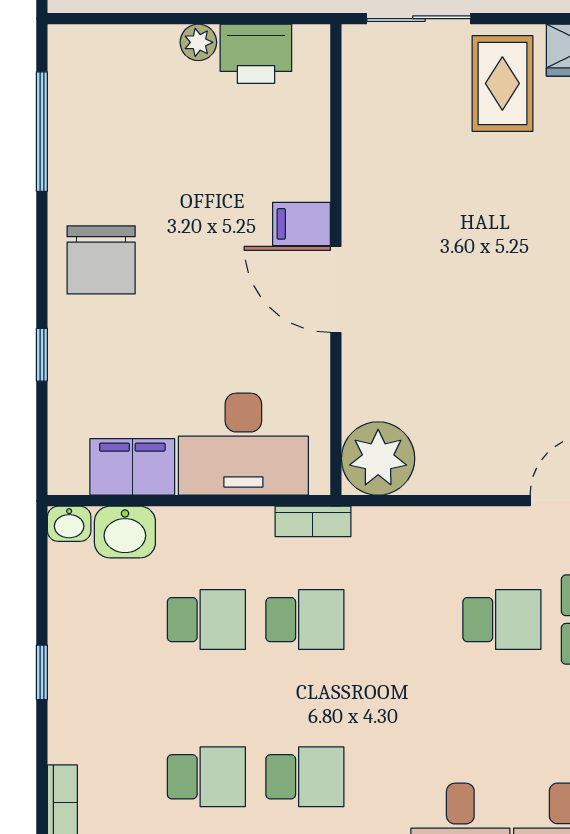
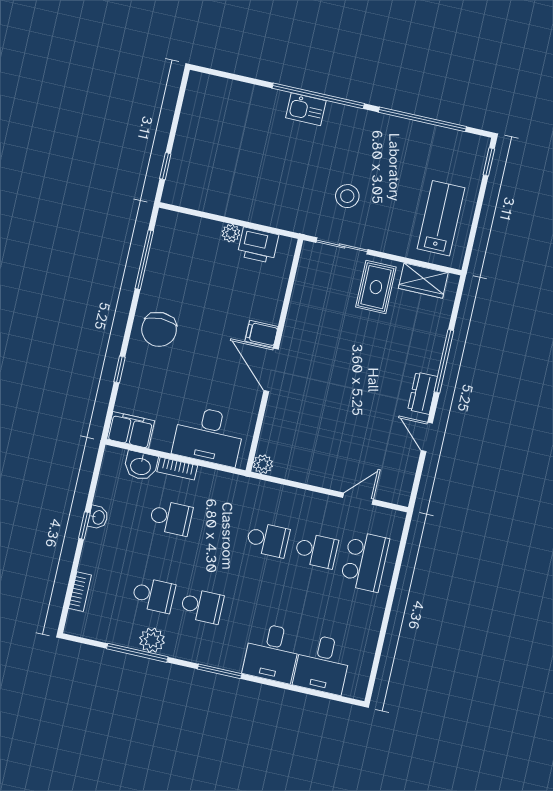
plant: (378, 459) -> (263, 464), width x0.53, depth x0.53
filing cabinet: (132, 467) -> (131, 430), moved
bookcase: (313, 521) -> (177, 469), moved
washbasin: (69, 524) -> (98, 517), moved, turned -90
school desk: (305, 620) -> (268, 540), moved

